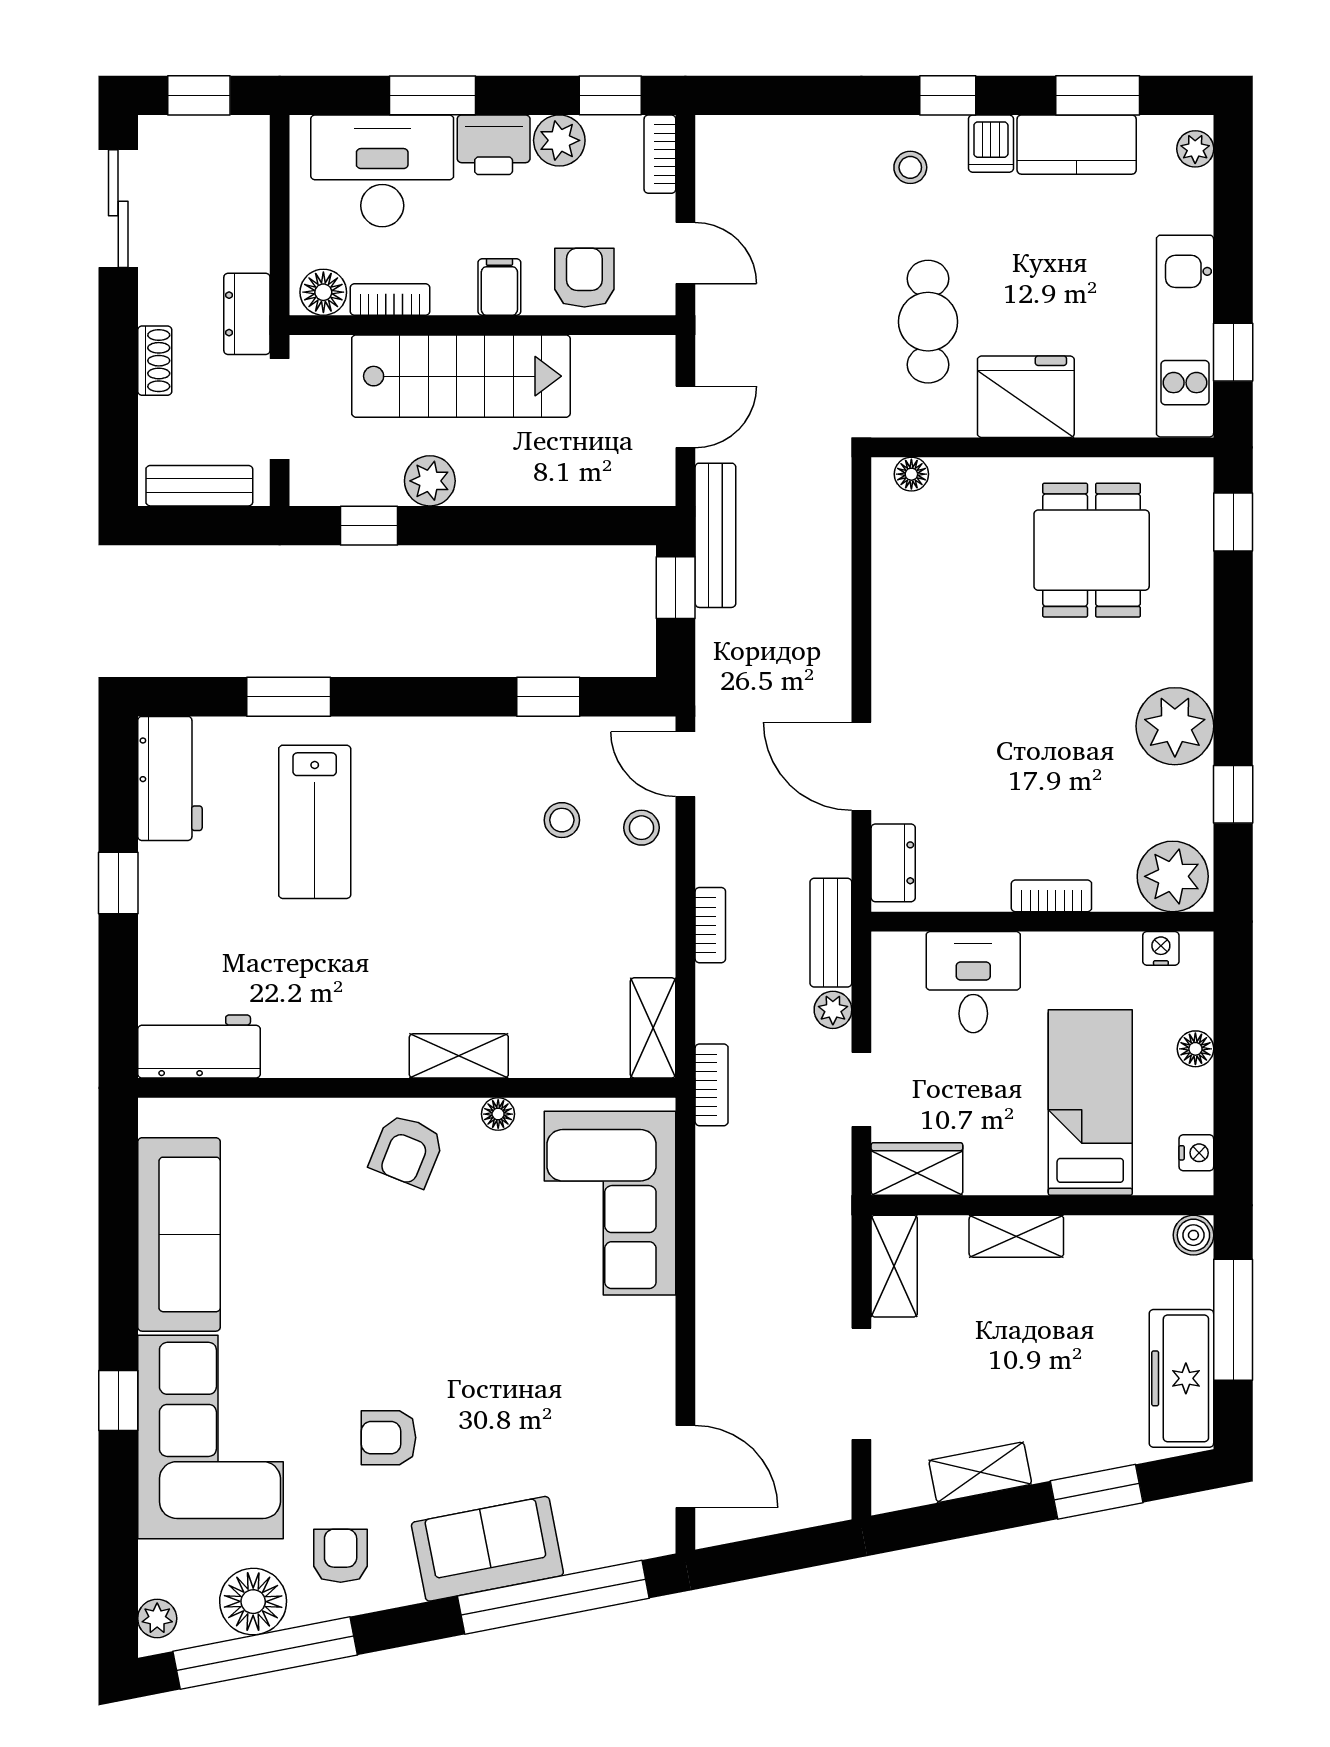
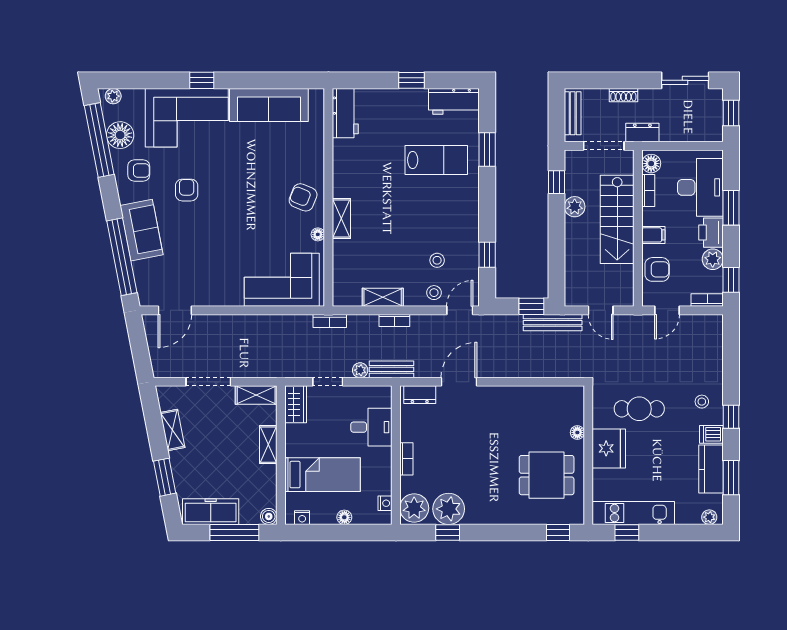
floor lamp: (911, 474) -> (577, 432), moved
plant: (1175, 726) -> (449, 509), moved
lab bench: (315, 822) -> (436, 160), turned 180
shelving: (653, 1028) -> (383, 297), moved

